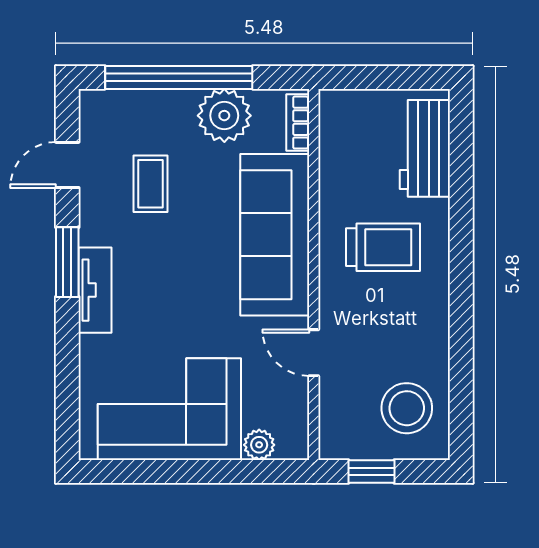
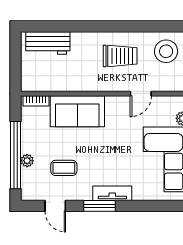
plant: (224, 116) -> (27, 161), moved, width x0.53, depth x0.53
sofa: (275, 235) -> (77, 111), width x0.73
trolley: (383, 247) -> (120, 56), moved, turned 90

